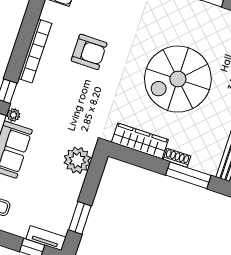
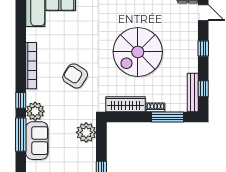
armchair: (89, 52) -> (75, 76), moved, turned -148
plant: (13, 115) -> (35, 111), width x1.88, depth x1.88

